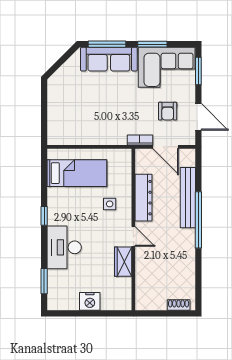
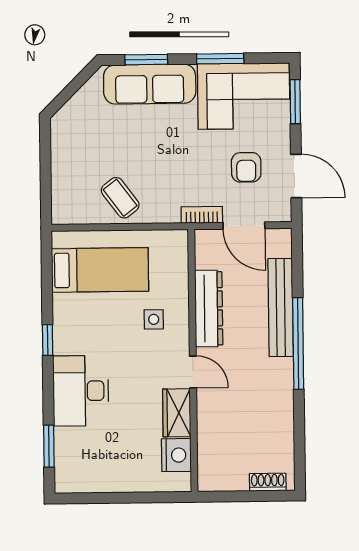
window: (107, 44) -> (146, 60), width x0.69
coffee table: (90, 129) -> (120, 198), added
nightstand: (90, 301) -> (176, 455), moved, turned -90

